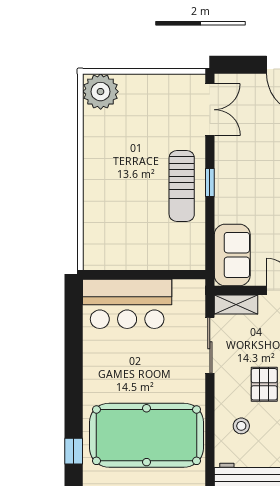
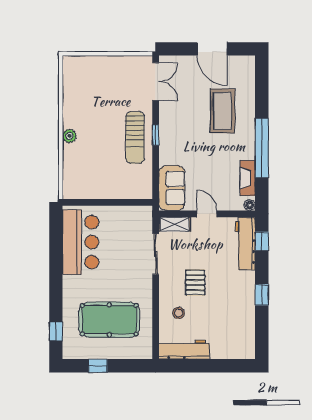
plant: (101, 92) -> (69, 136), moved, width x0.53, depth x0.53
bar counter: (127, 304) -> (81, 242), moved, turned -90
pool table: (147, 435) -> (109, 320), width x0.73, depth x0.76

